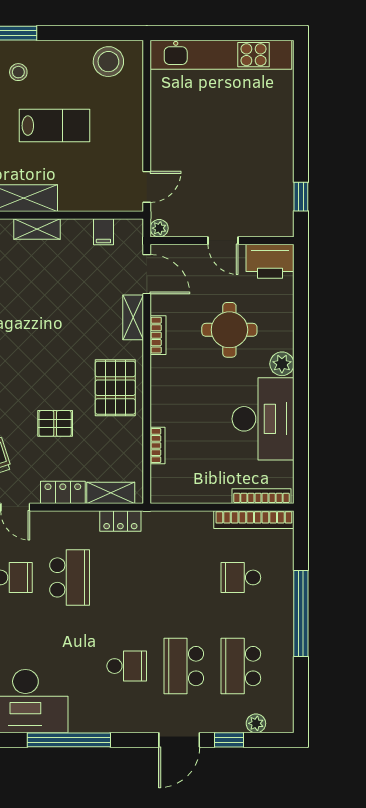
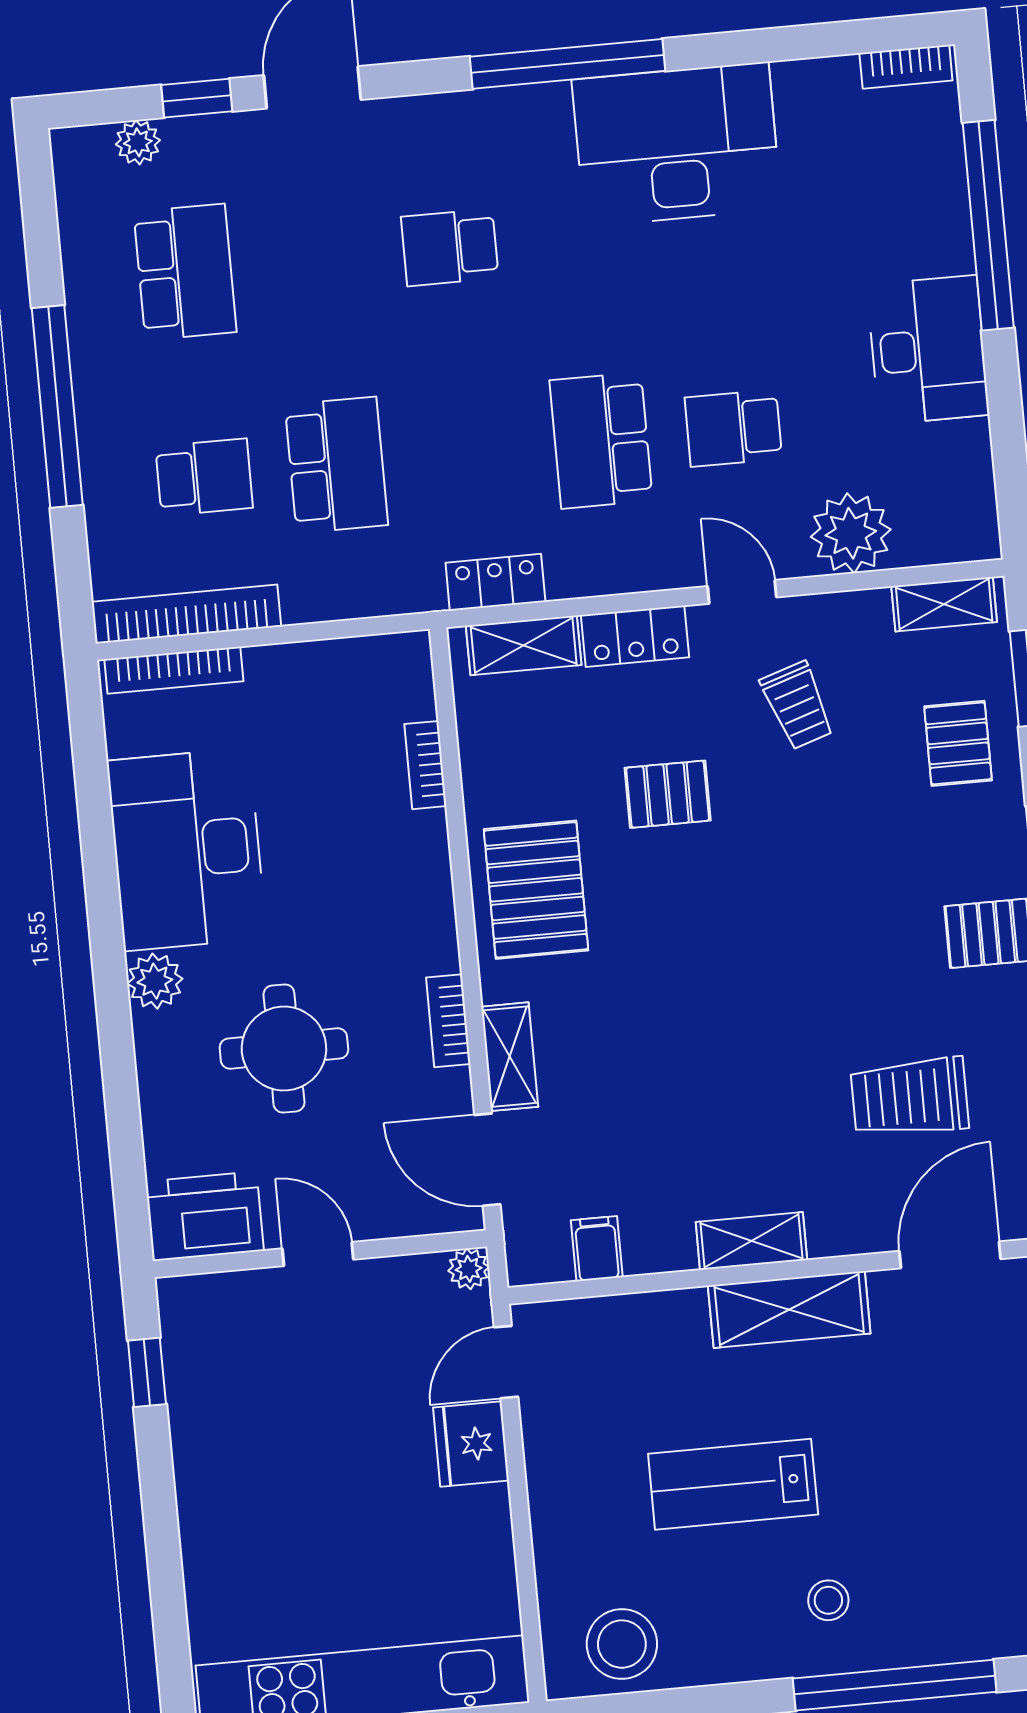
fridge: (165, 153) -> (471, 1444), added
school desk: (184, 666) -> (336, 465), moved

